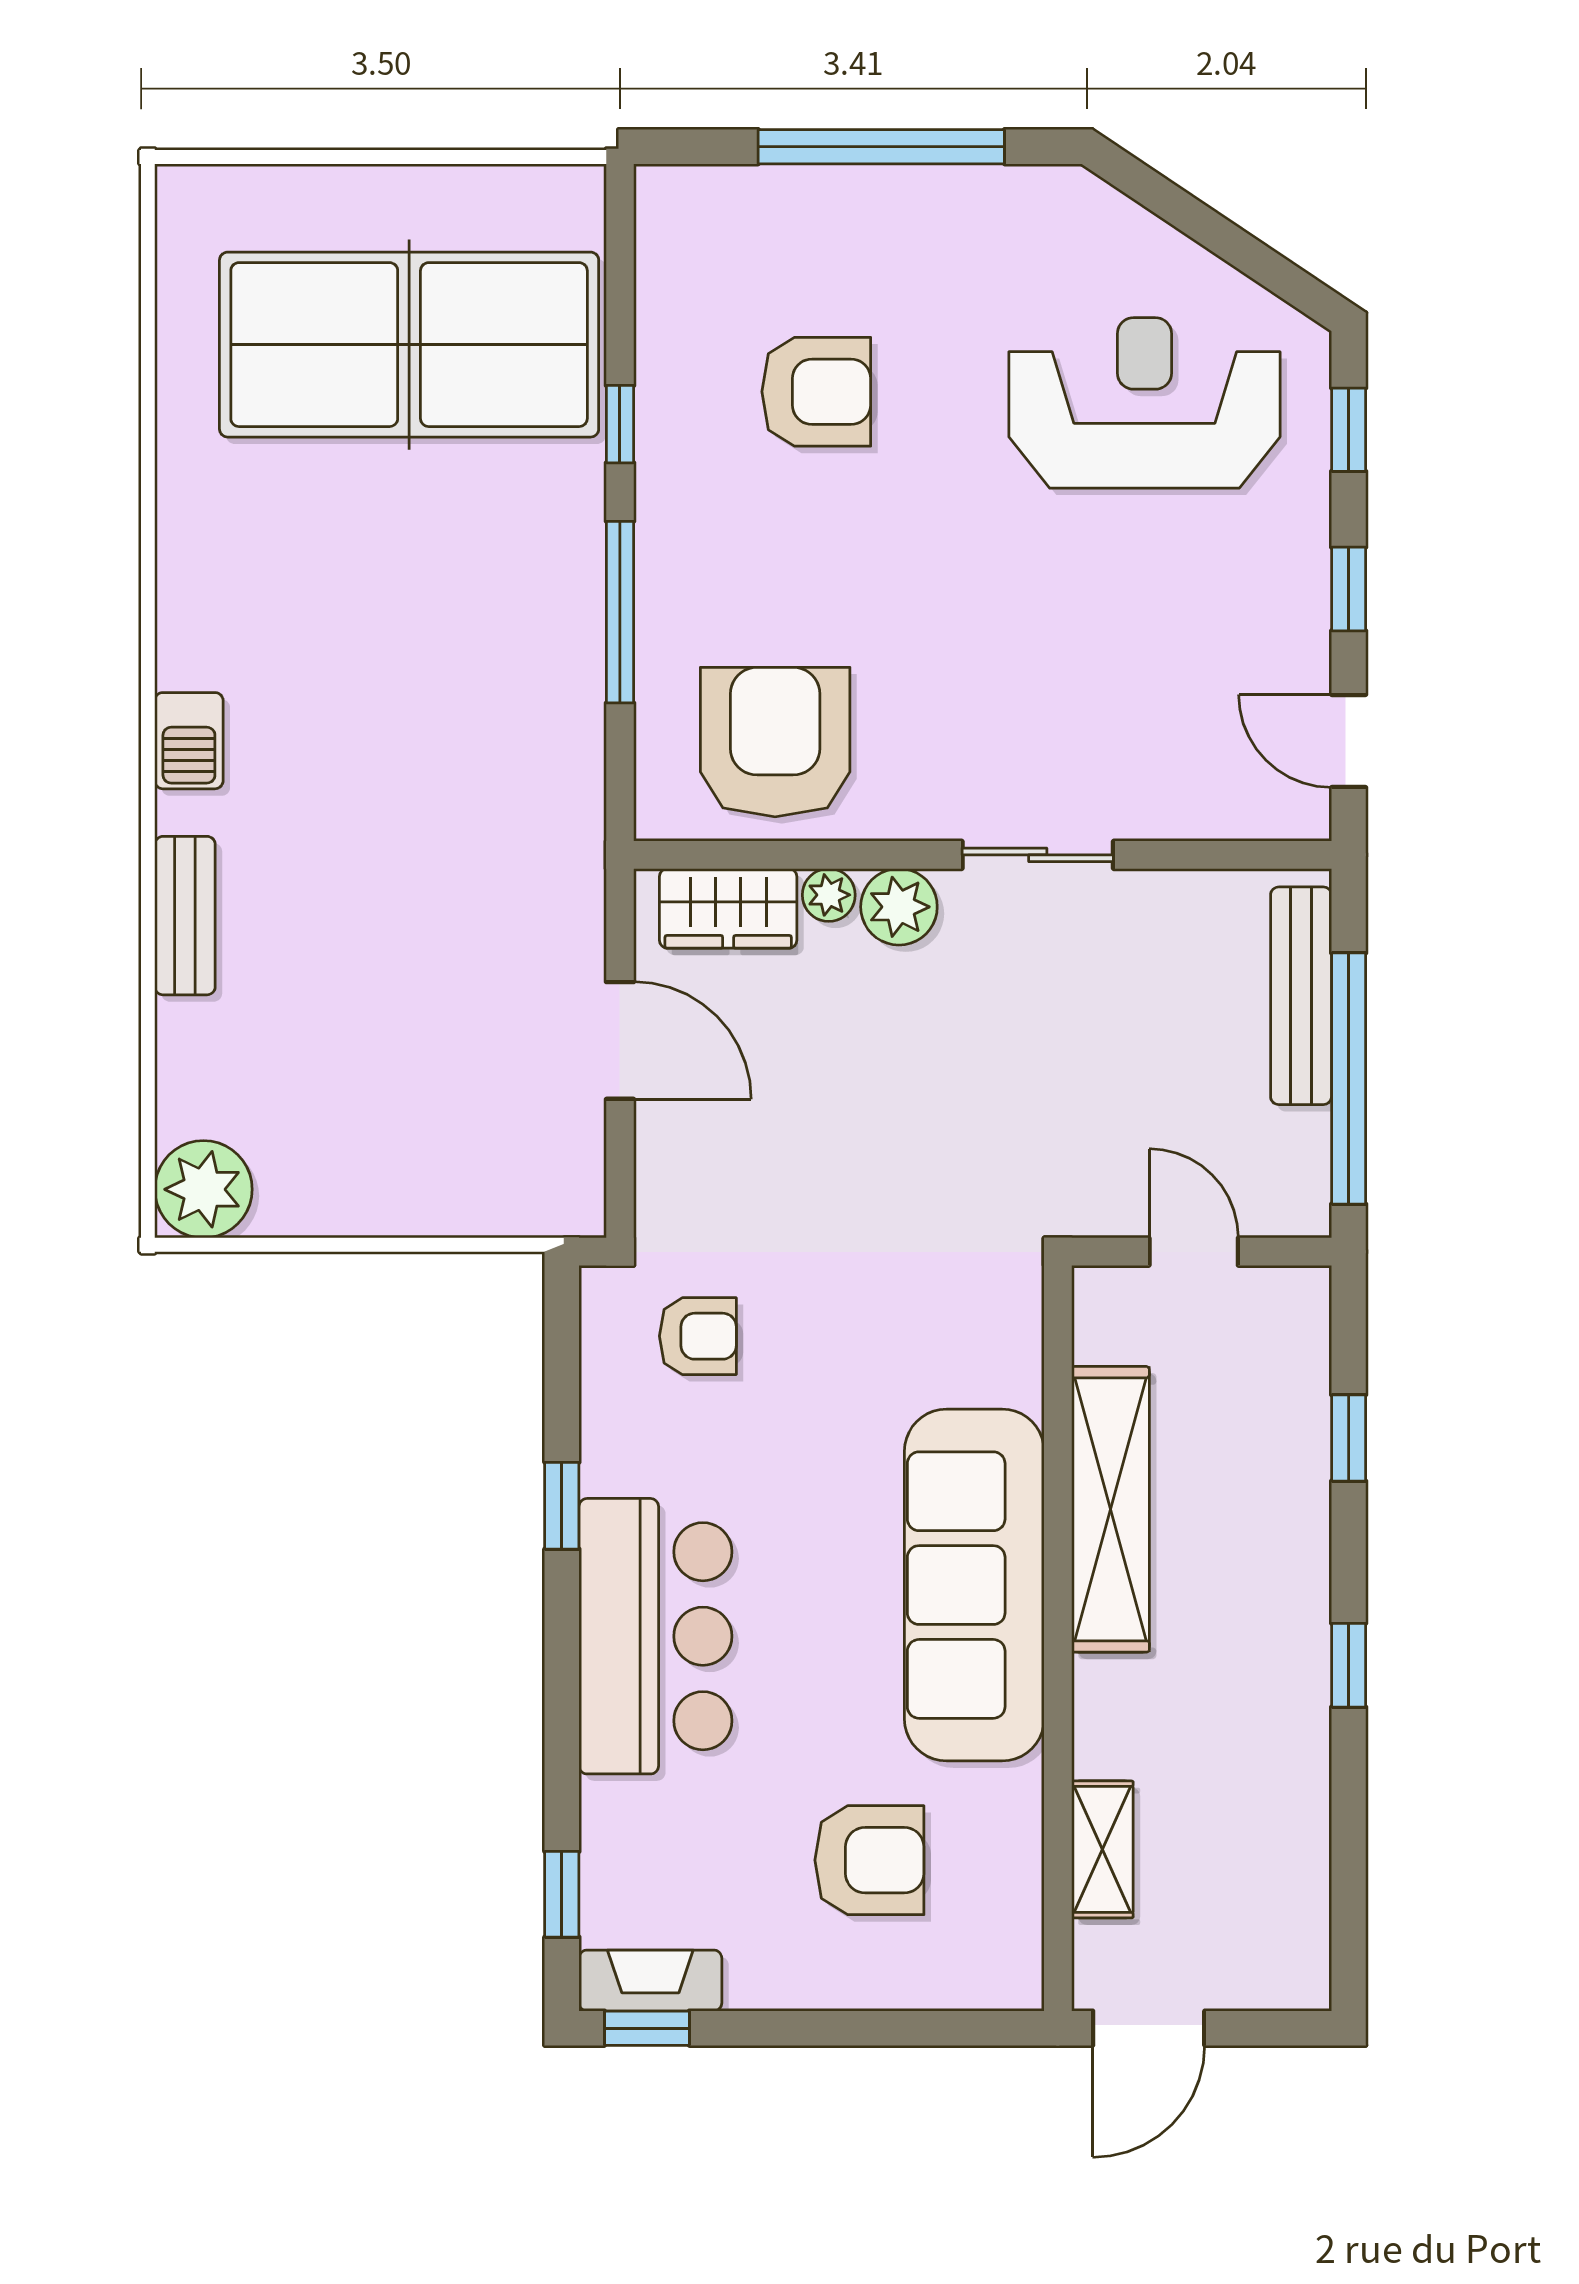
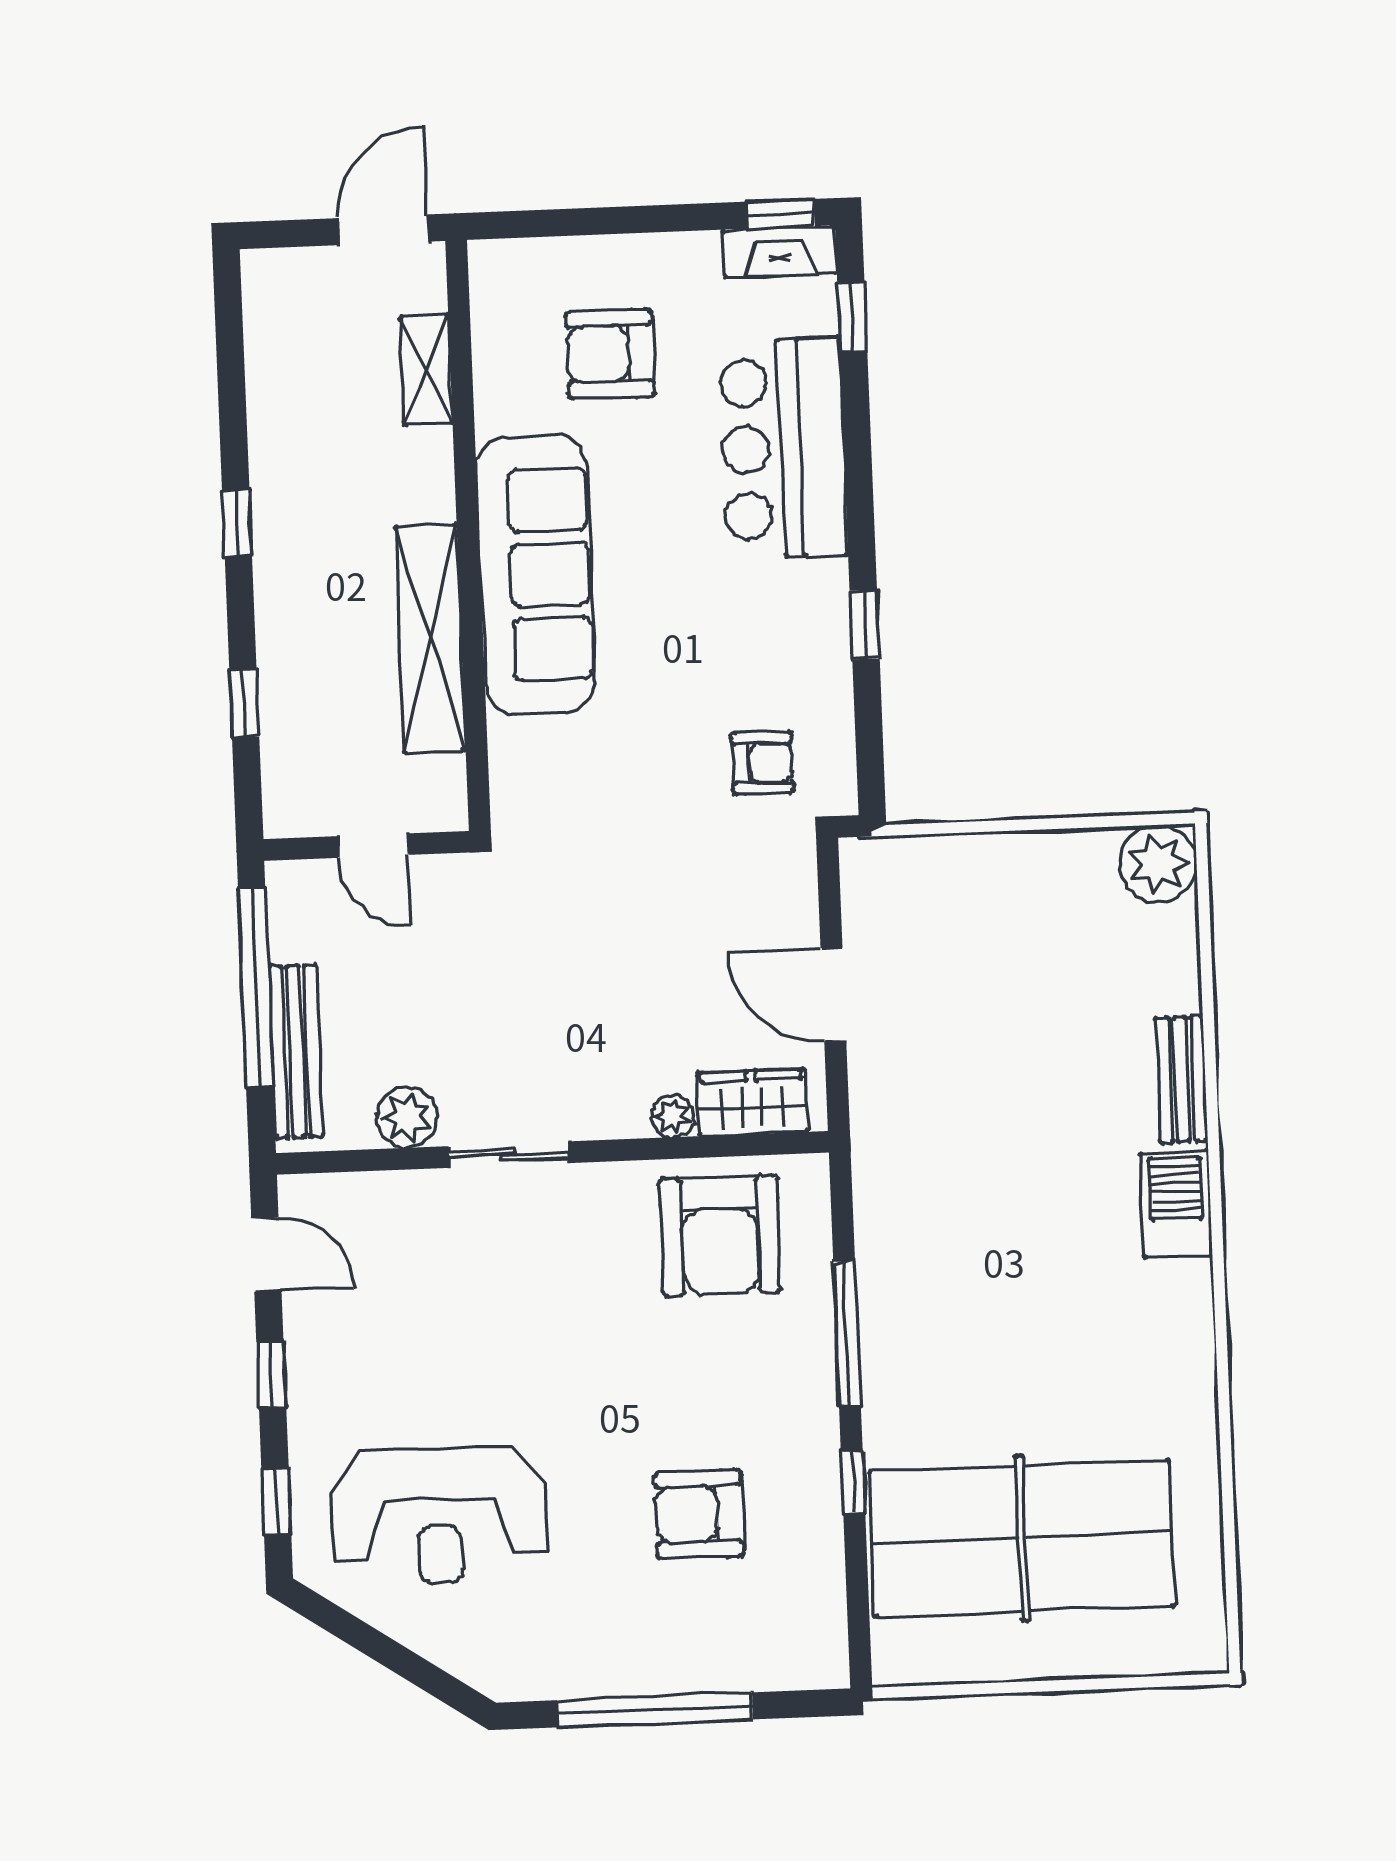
barbecue: (189, 741) -> (1176, 1204), width x1.38, depth x1.27
plant: (899, 907) -> (407, 1117), moved
armchair: (698, 1336) -> (762, 763), turned 180
bar counter: (655, 1636) -> (783, 448), moved

